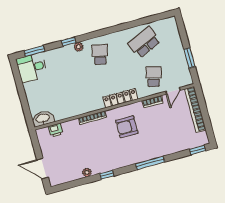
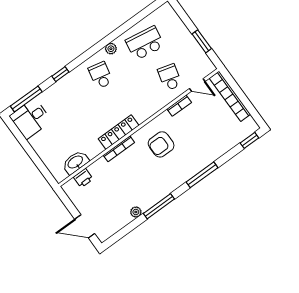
school desk: (144, 42) -> (145, 43), turned 33
plant: (79, 47) -> (111, 49), moved
window: (34, 51) -> (26, 99), width x1.44
door: (173, 91) -> (197, 85), hinge flipped
locker: (120, 98) -> (119, 132), moved
washbasin: (43, 119) -> (75, 162), moved
window: (107, 175) -> (159, 206), width x2.17

